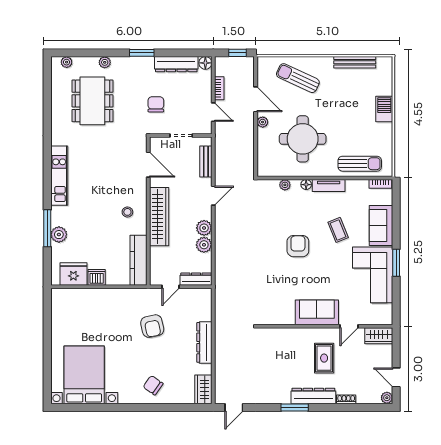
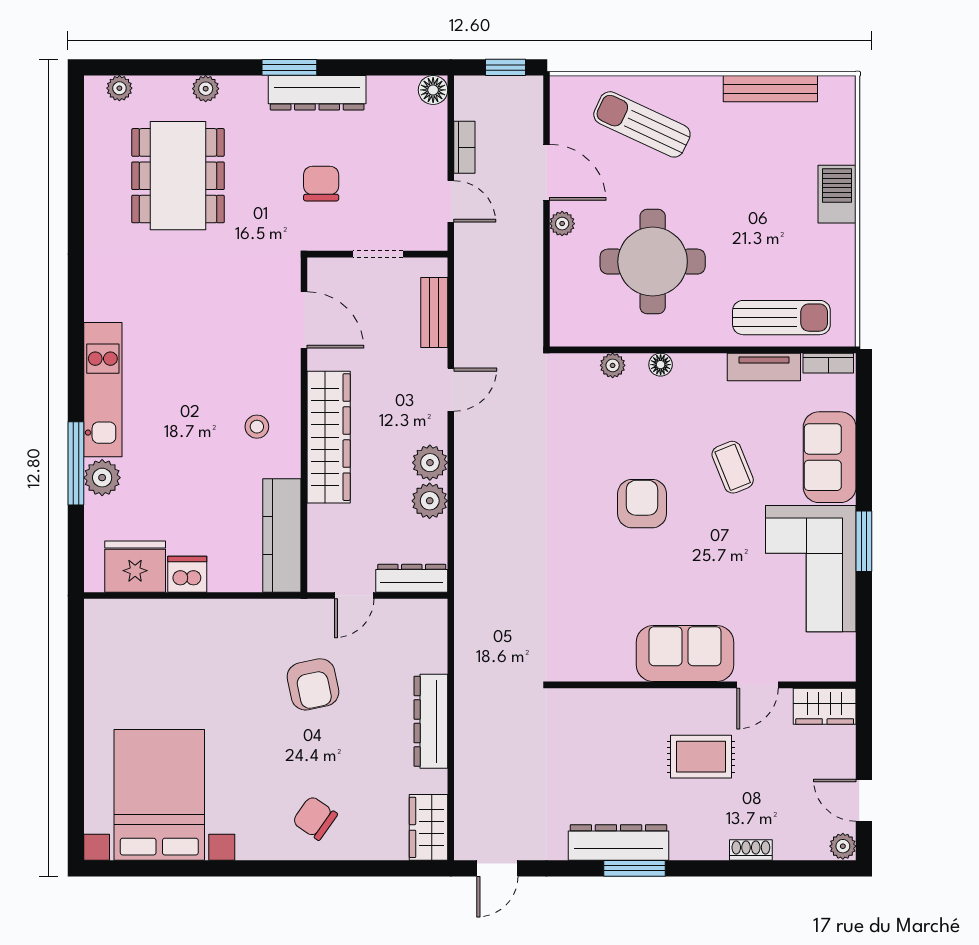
dresser: (176, 64) -> (317, 93), moved
kitchen unit: (59, 176) -> (103, 390), moved
tv unit: (329, 186) -> (764, 367), moved
rug: (324, 358) -> (701, 757), turned 90
dresser: (313, 396) -> (618, 842), moved

